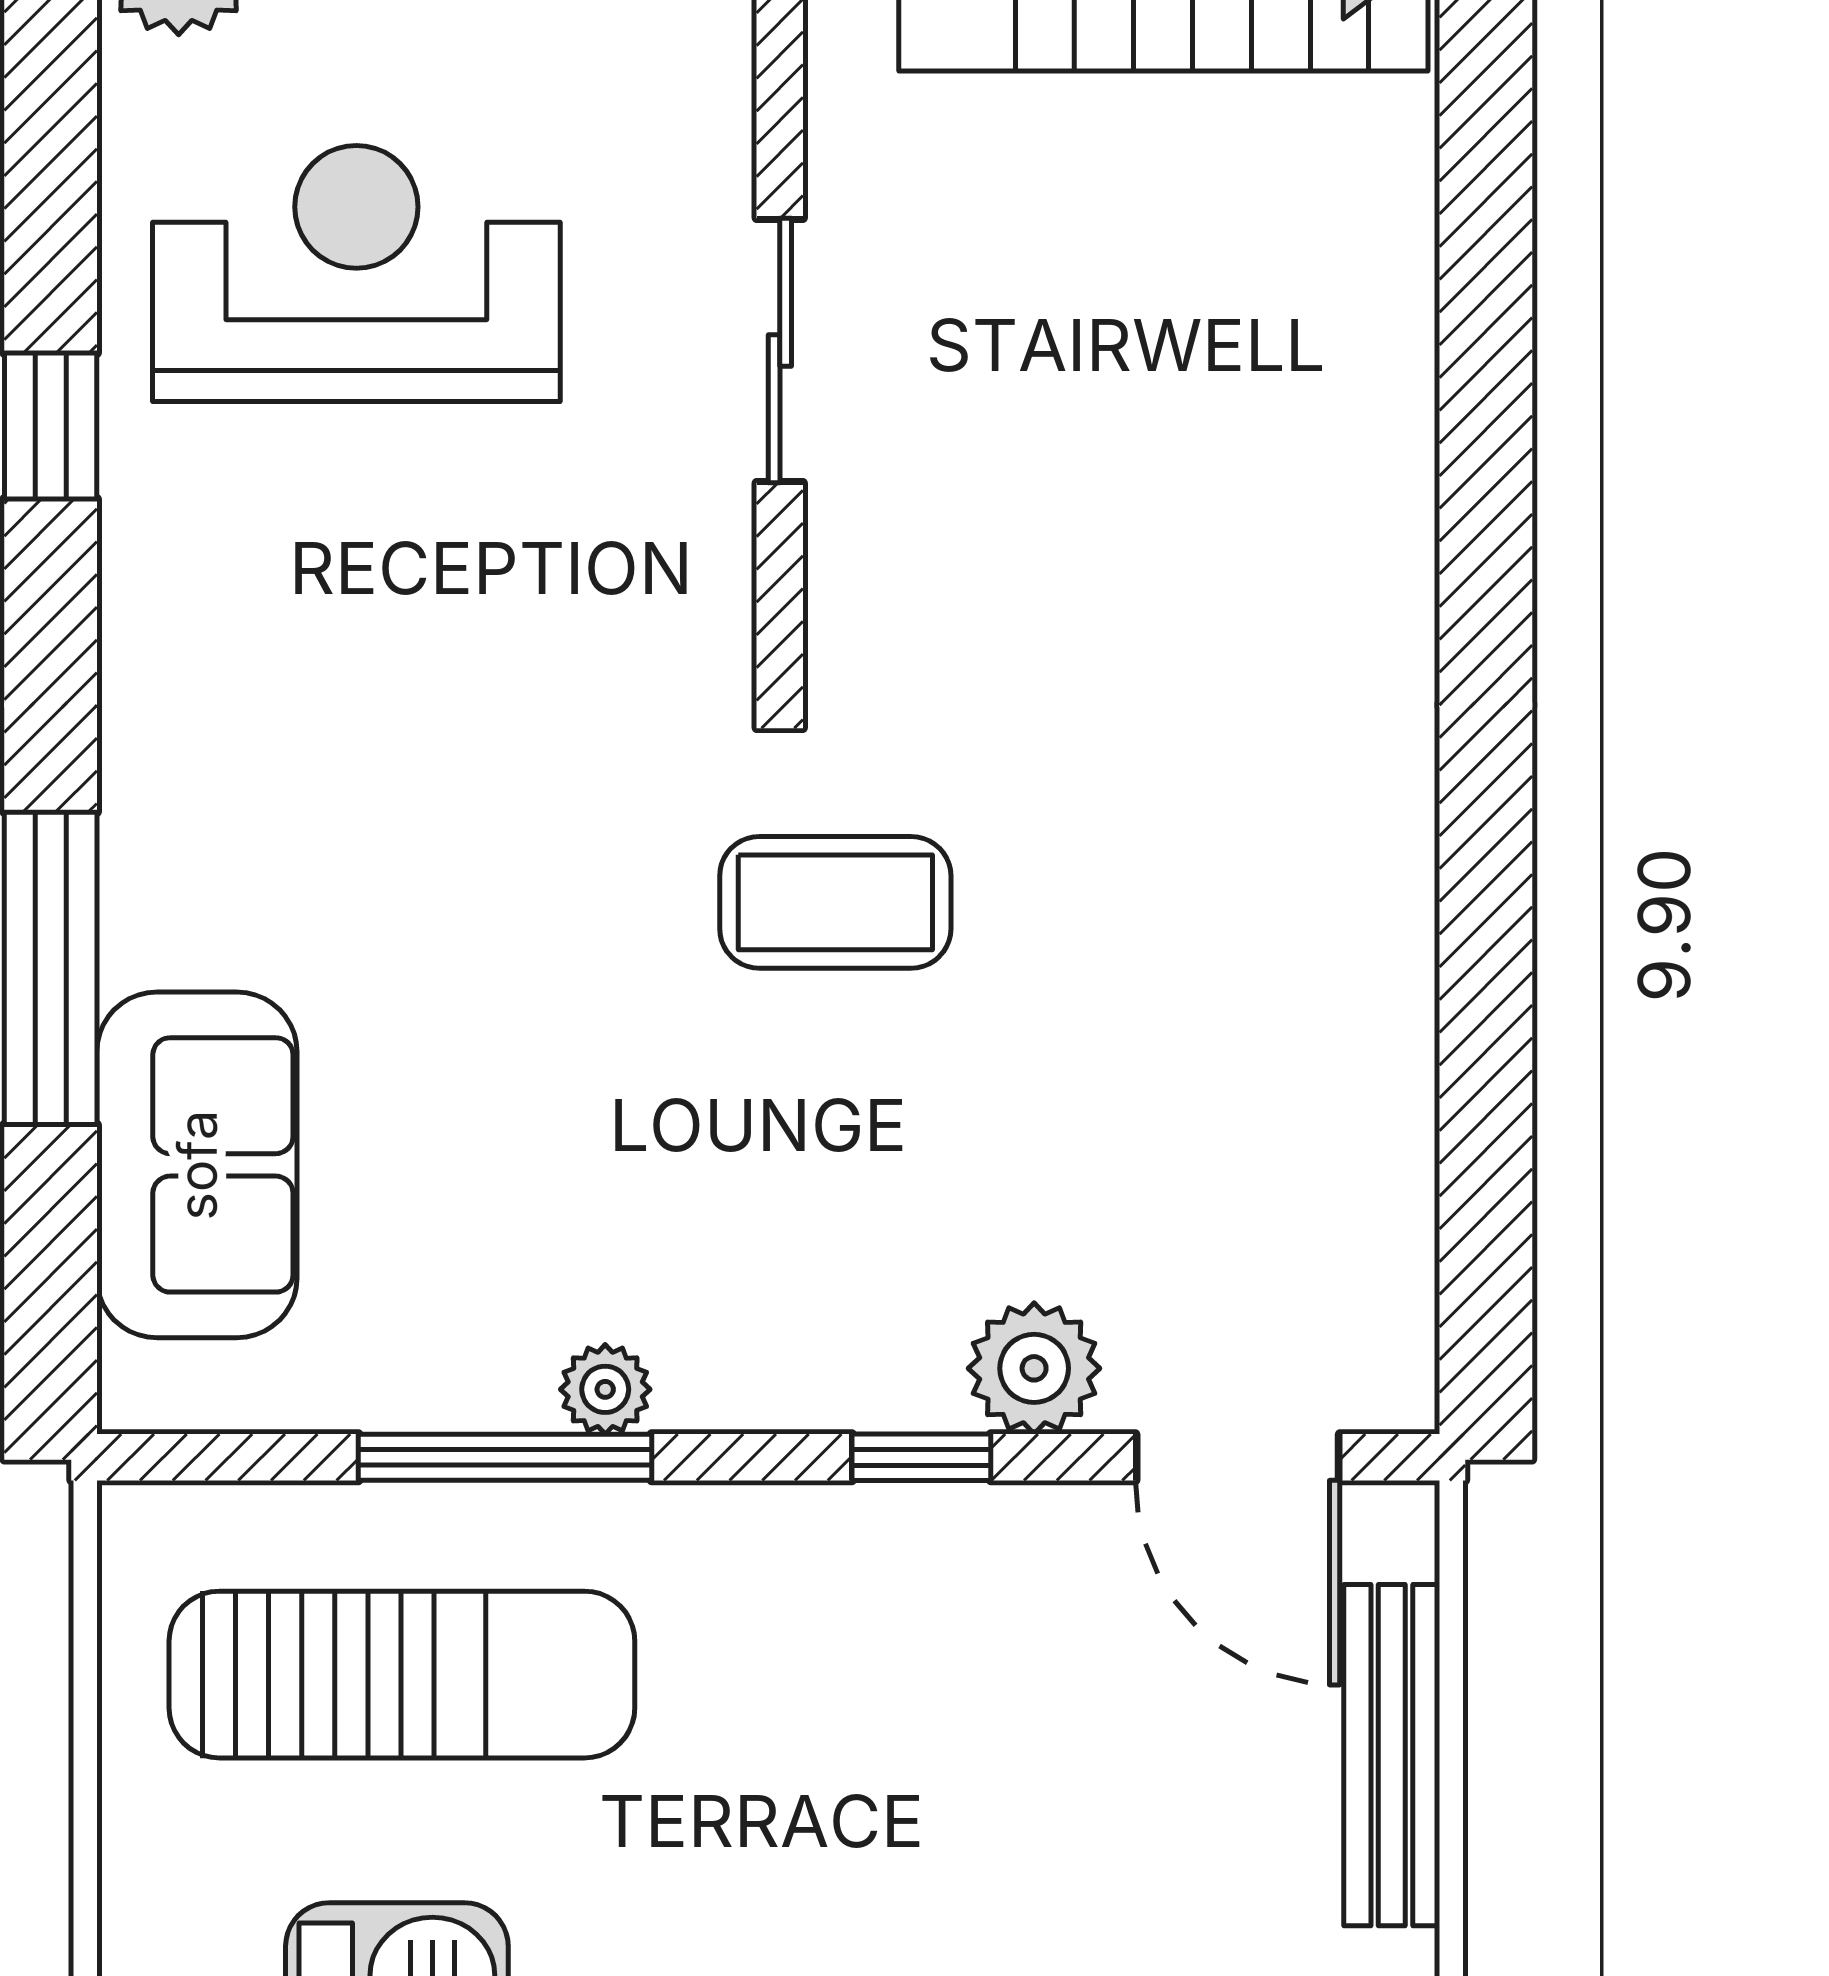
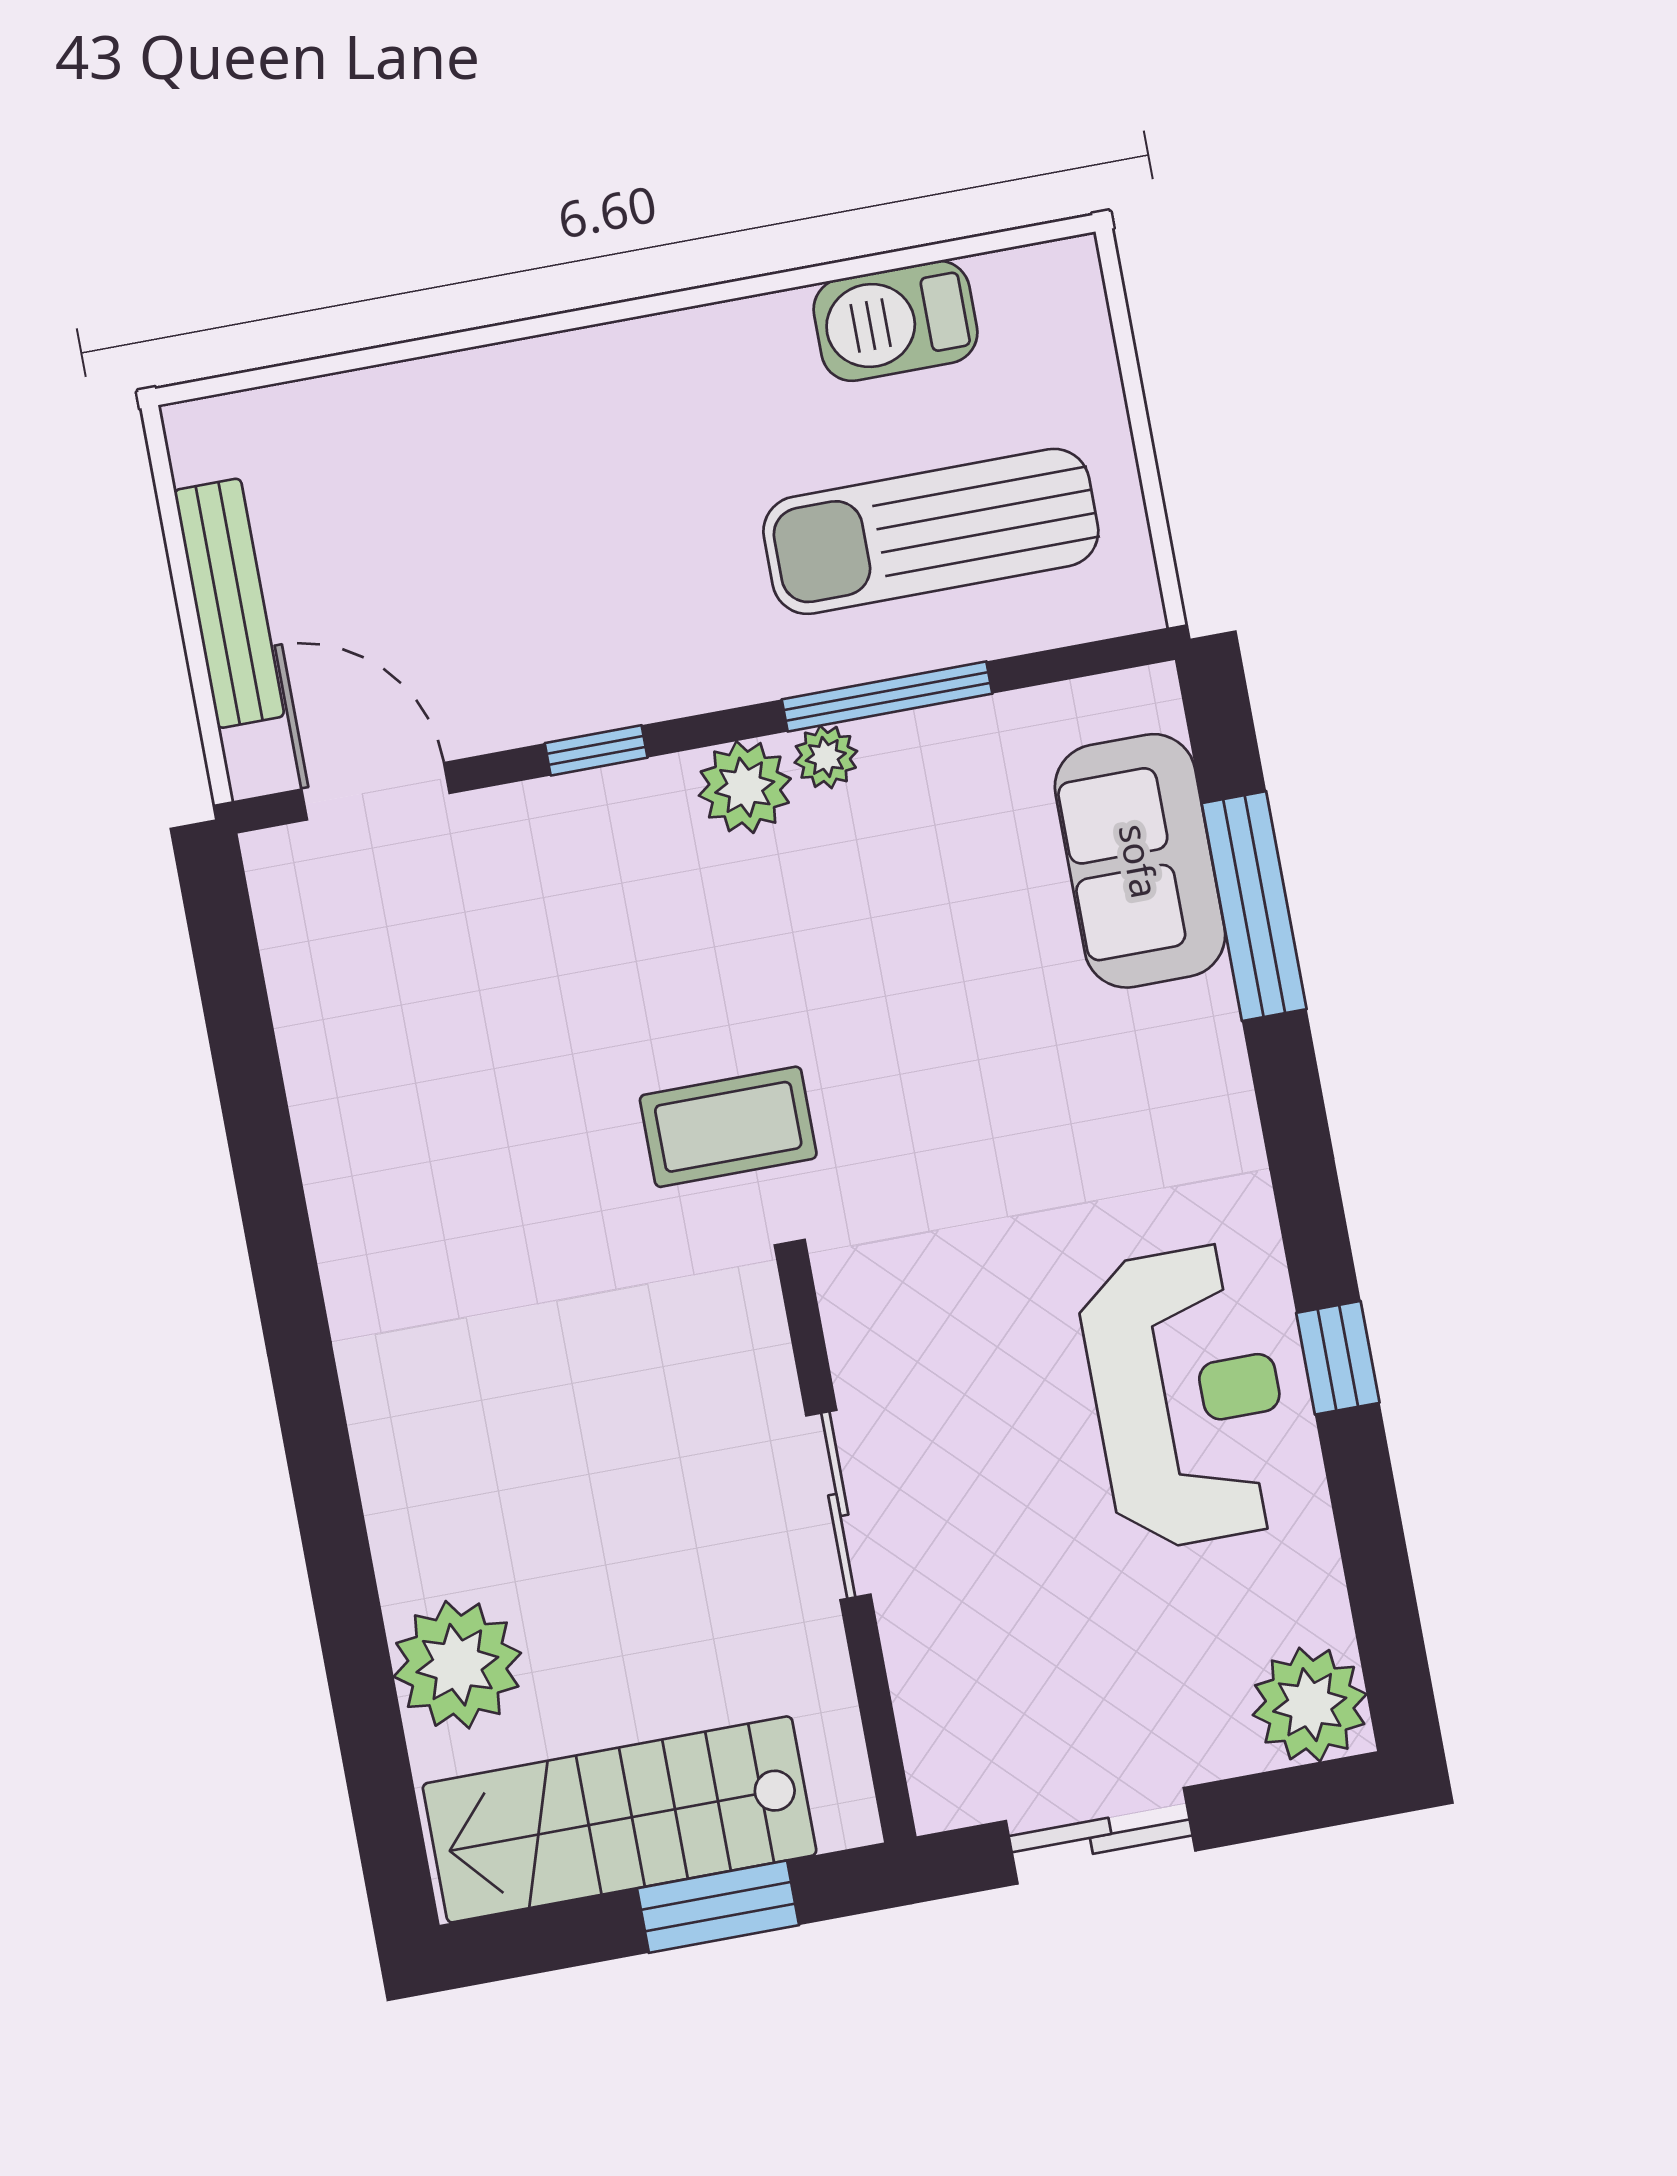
plant: (1348, 227) -> (457, 1665), added
reception desk: (356, 273) -> (1187, 1396), moved, turned -90
window: (51, 968) -> (1254, 906), moved
plant: (1034, 1368) -> (745, 787), moved

